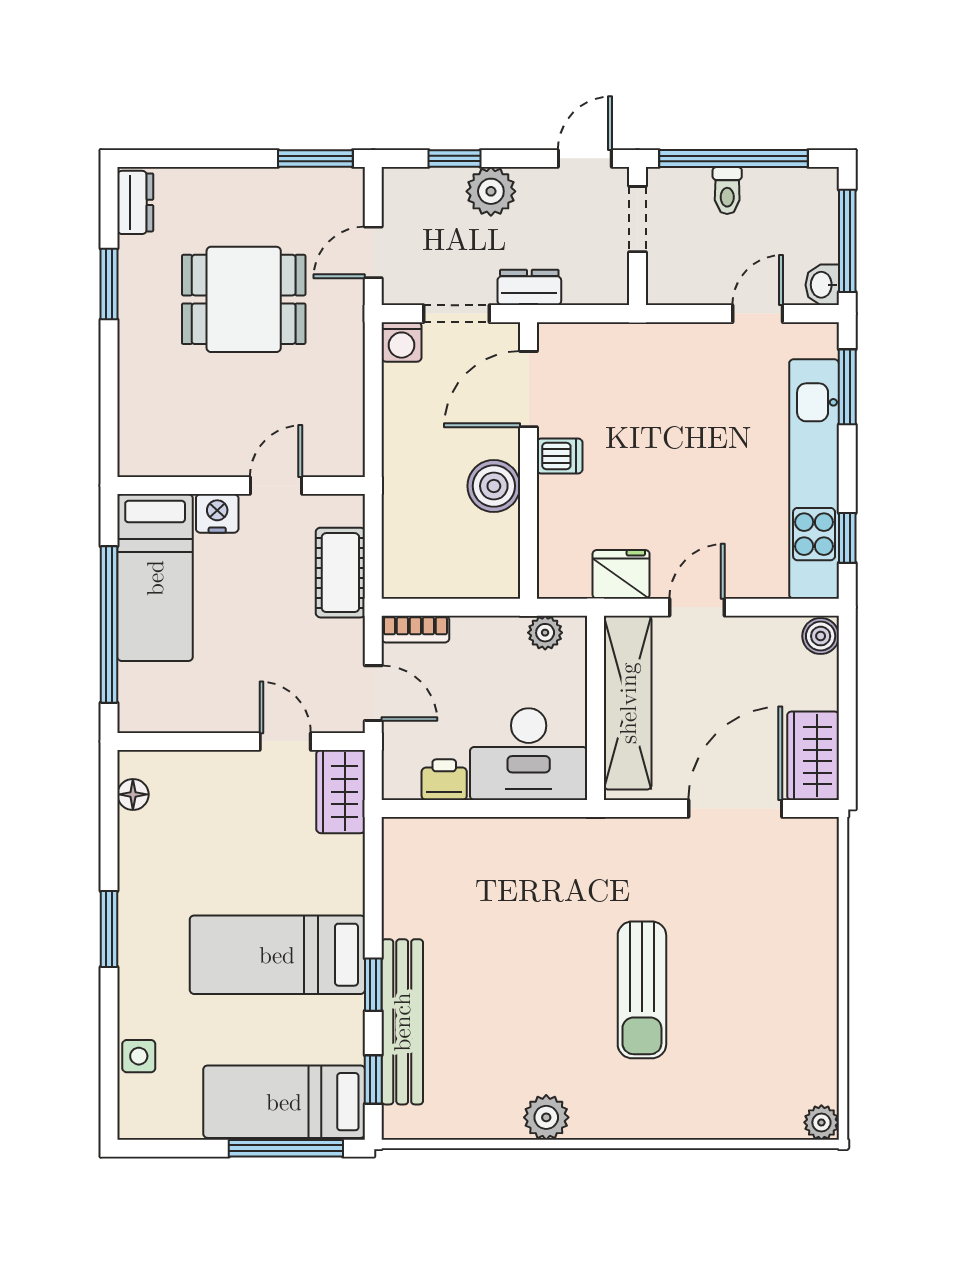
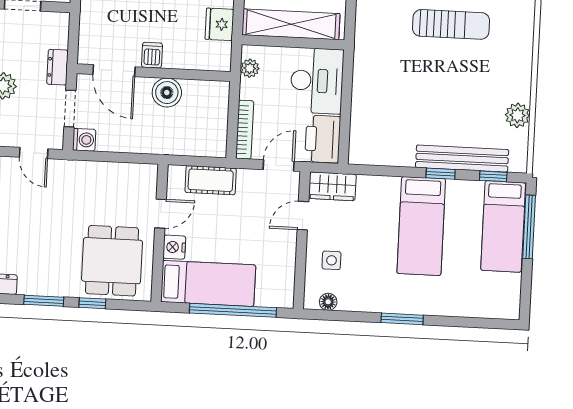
dining table: (244, 299) -> (112, 261), moved
window: (109, 371) -> (92, 303), added
door: (276, 486) -> (160, 214), swing flipped
bookcase: (415, 629) -> (245, 130), width x1.56
printer: (444, 780) -> (323, 139), width x1.87, depth x1.48
side table: (139, 1056) -> (331, 260), moved
plant: (546, 1117) -> (518, 115), moved

